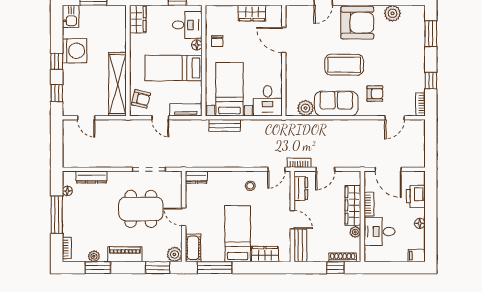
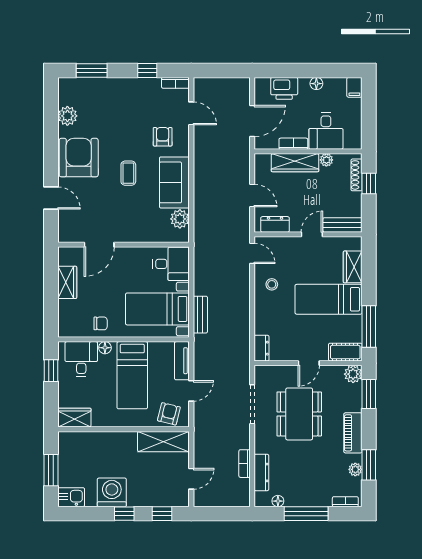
coffee table: (344, 65) -> (128, 173), width x0.54, depth x0.58
shelving: (118, 84) -> (163, 442), width x0.68
bookcase: (299, 163) -> (245, 464), moved

